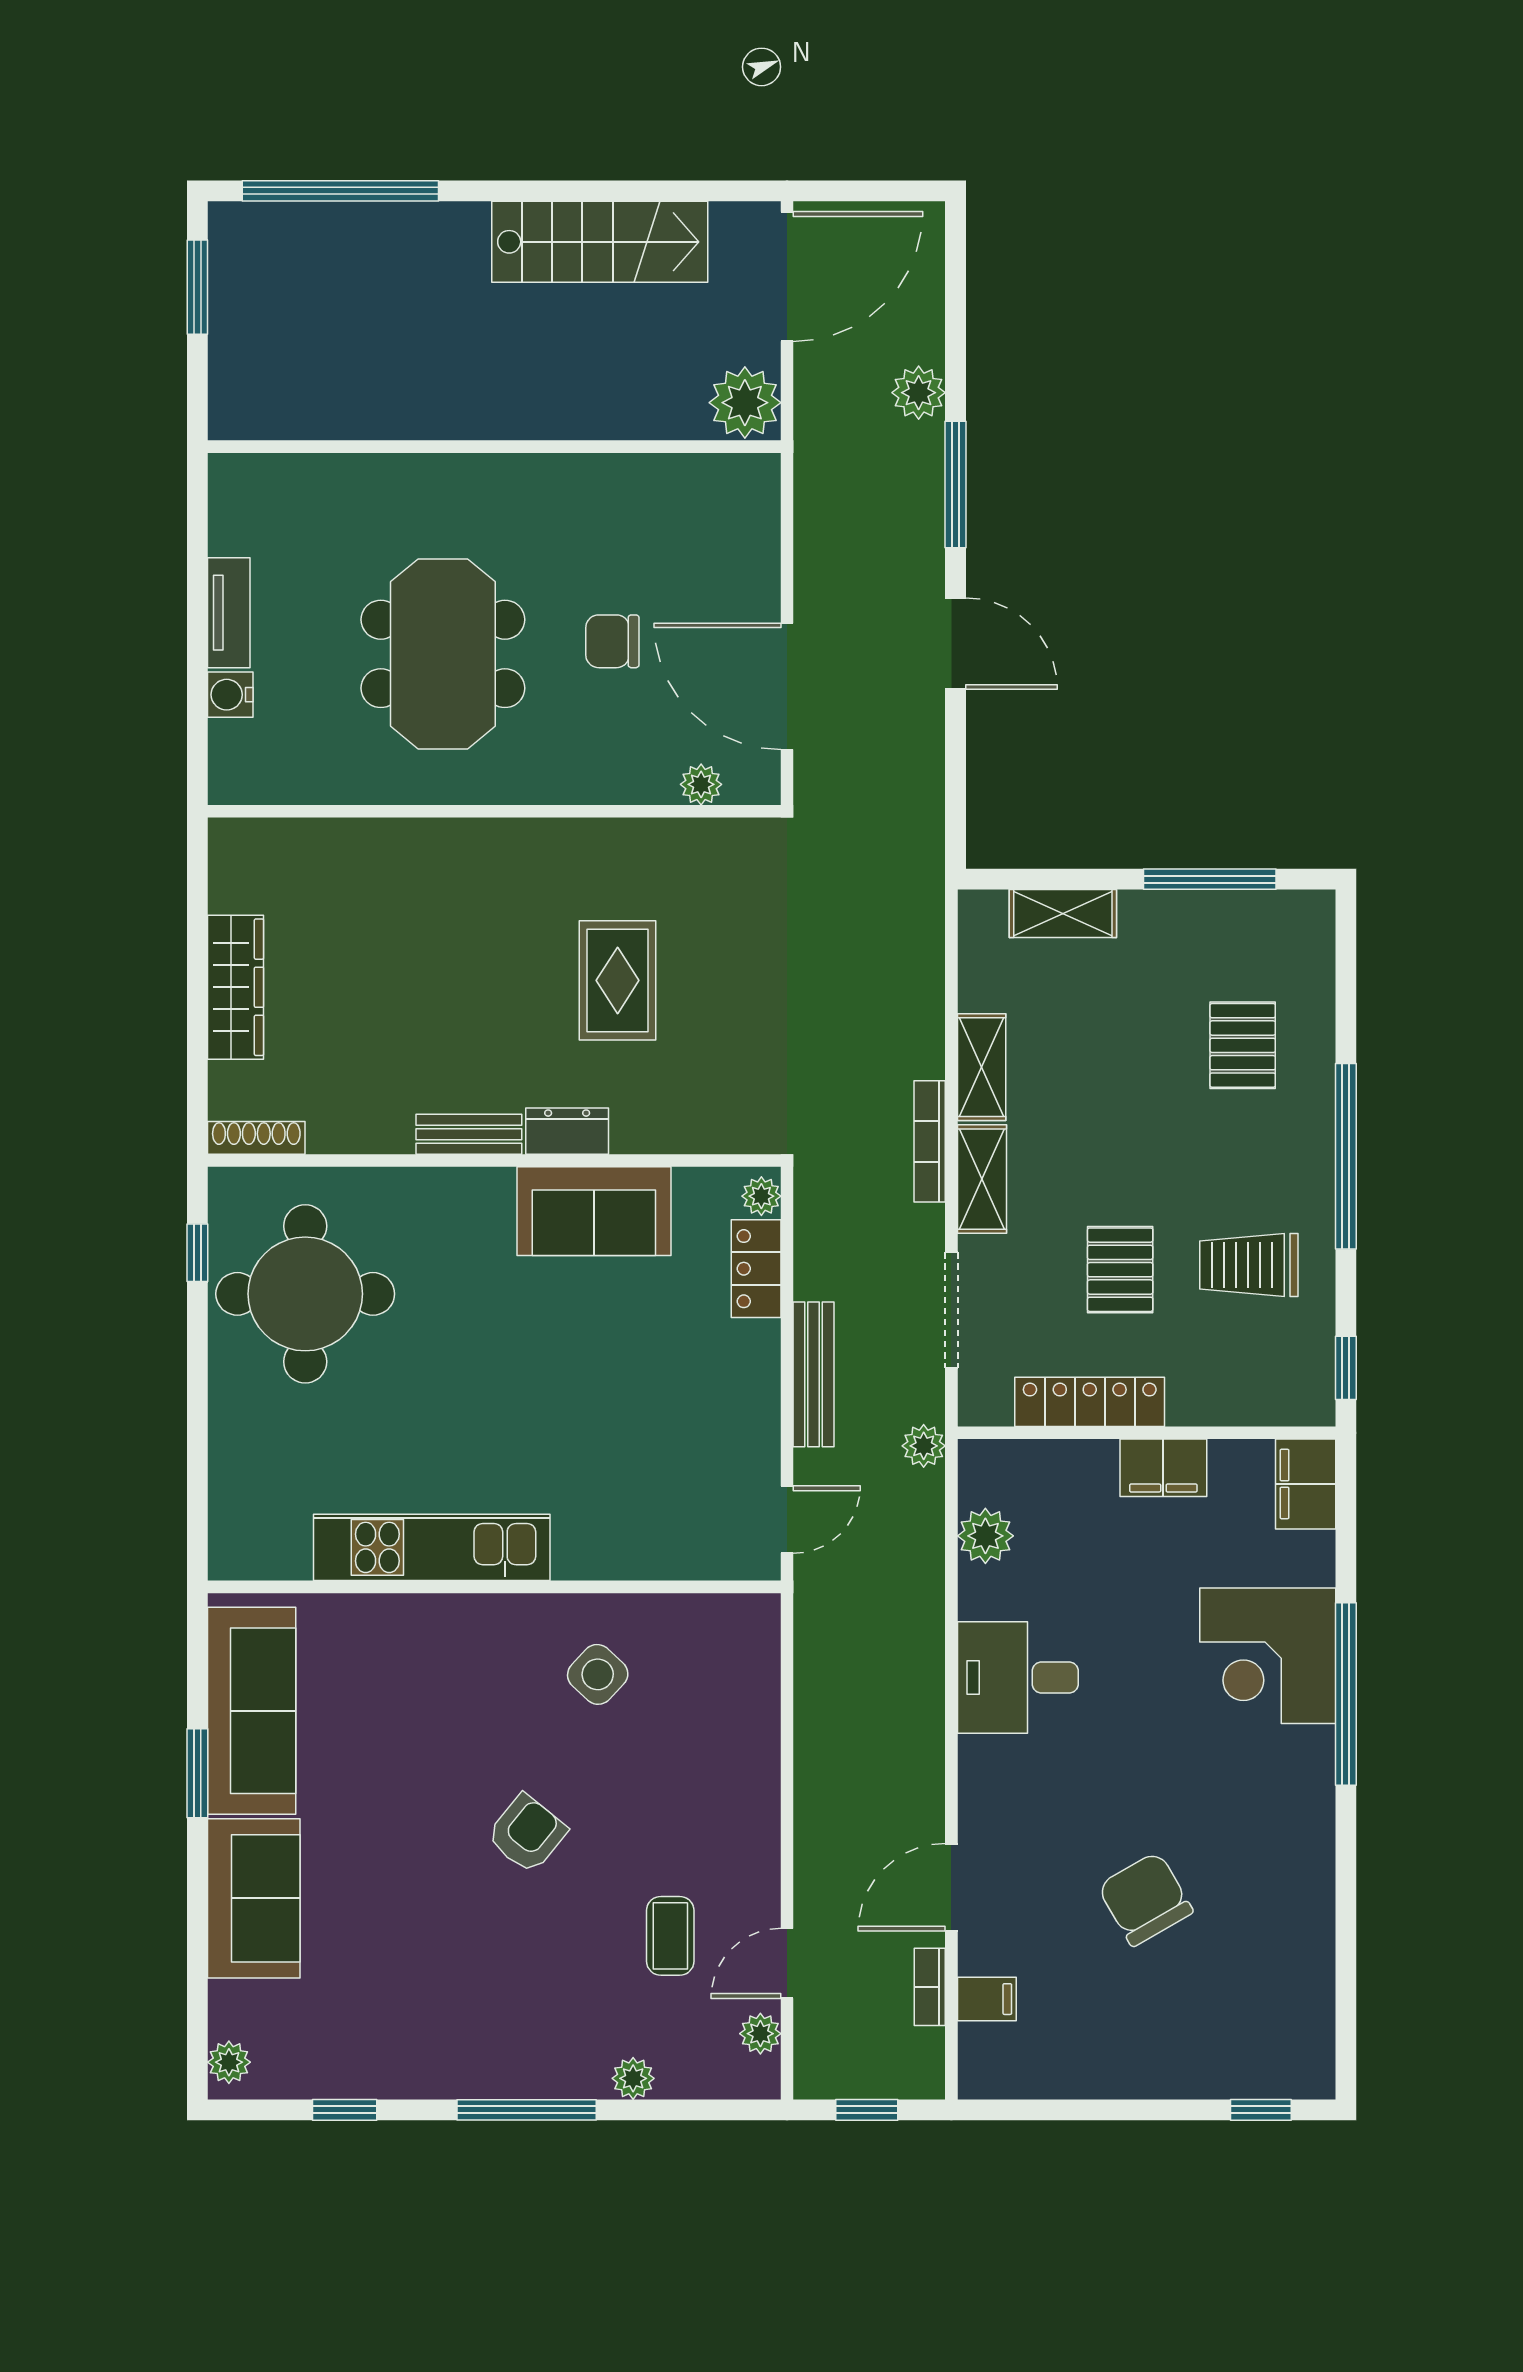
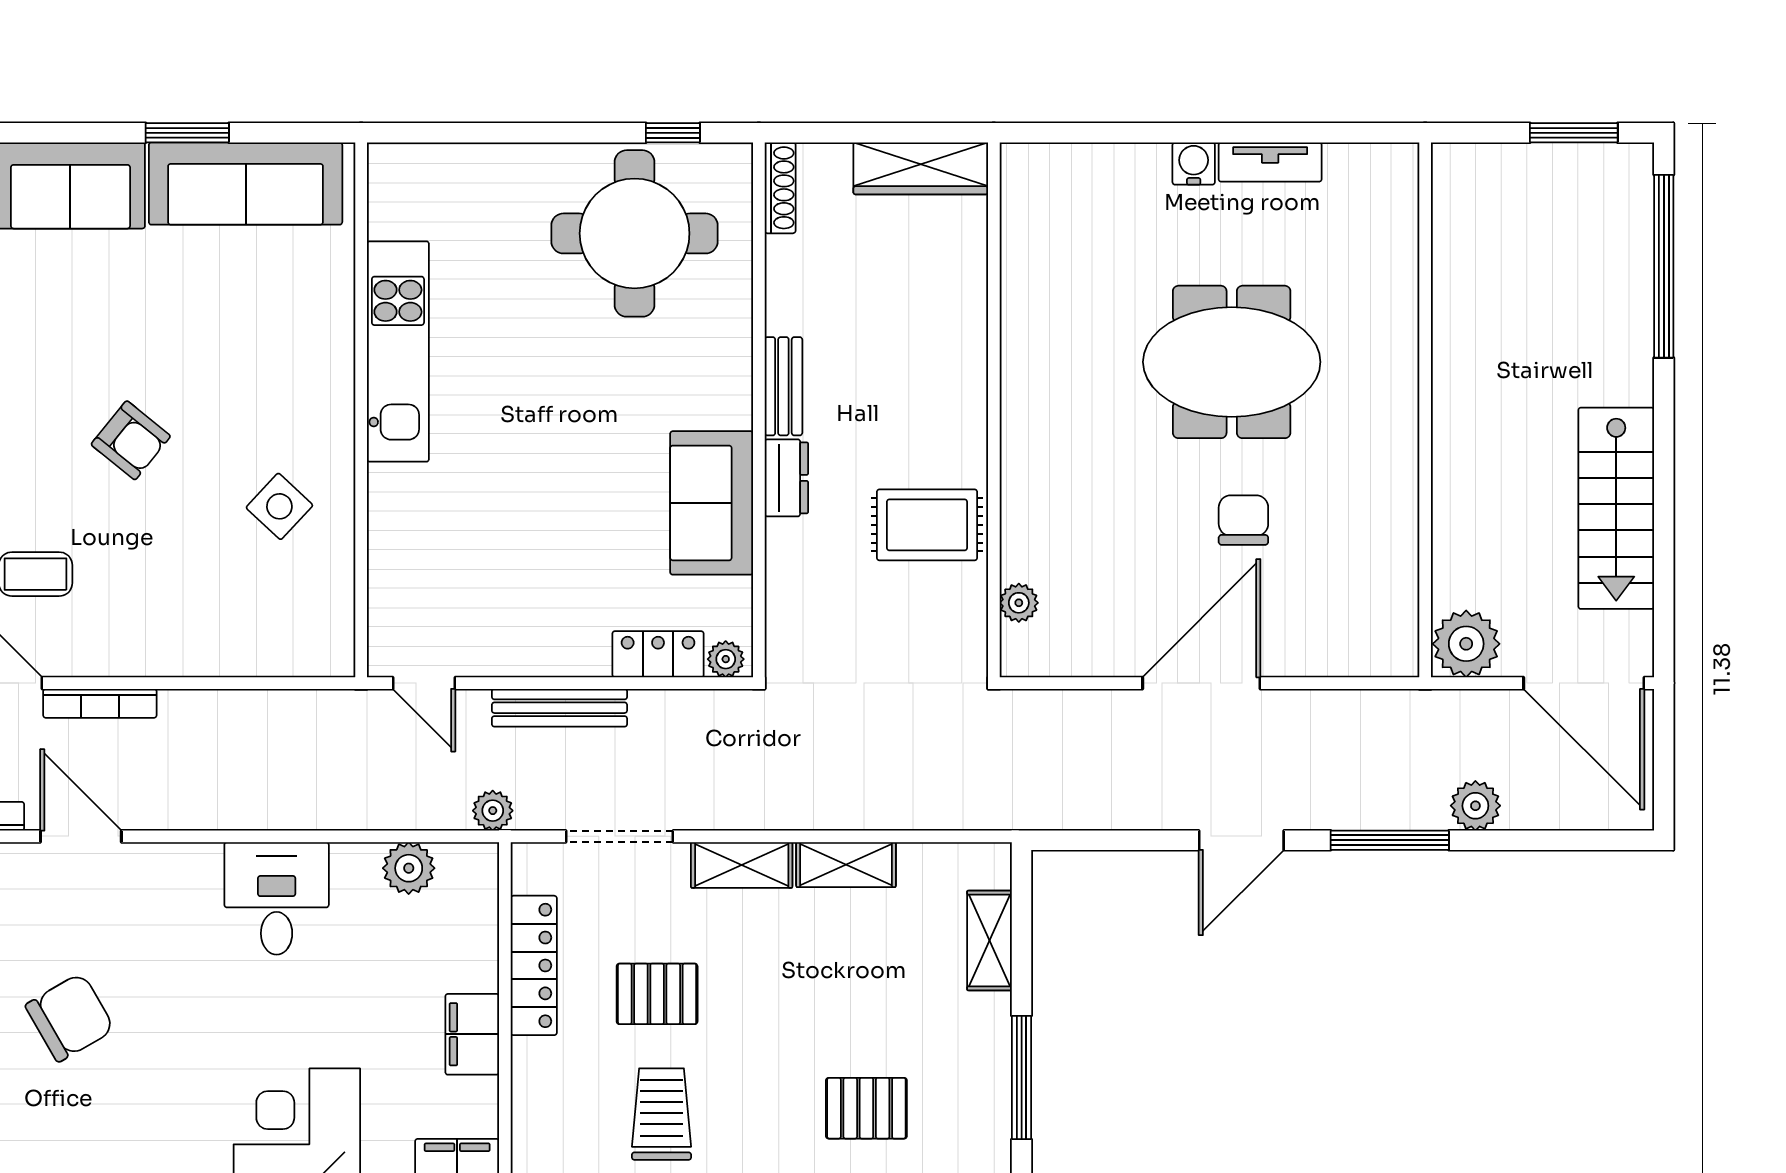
plant: (701, 784) -> (1019, 603), moved
wall: (494, 811) -> (994, 410), moved
bookcase: (930, 1141) -> (100, 703), moved, turned 180

